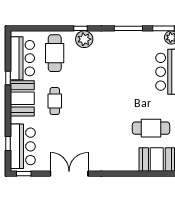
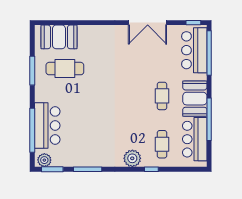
window: (80, 28) -> (151, 169), moved
cafe table: (55, 53) -> (162, 144), width x0.73, depth x0.74
window: (8, 78) -> (209, 119), width x3.17
window: (8, 144) -> (209, 53), width x3.17

